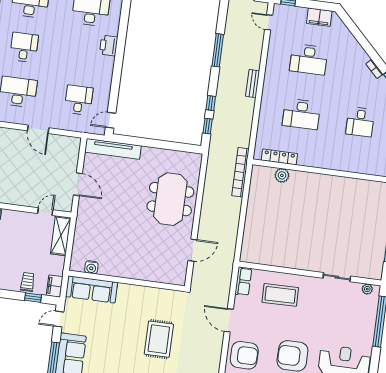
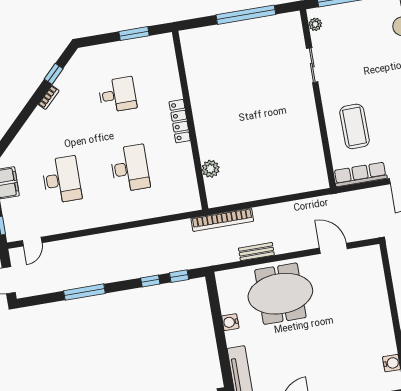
bench: (253, 84) -> (256, 252), moved
water cooler: (161, 154) -> (230, 322), added
locker: (279, 157) -> (180, 121), moved
row of seats: (243, 281) -> (360, 174), width x1.48

